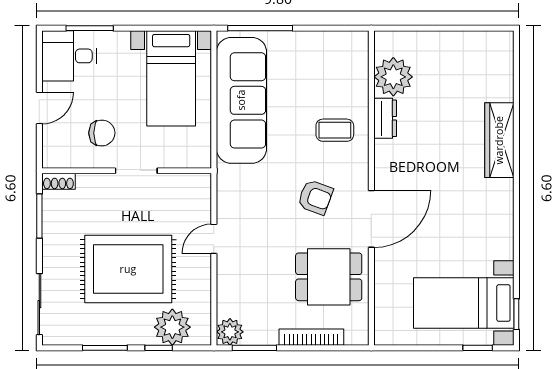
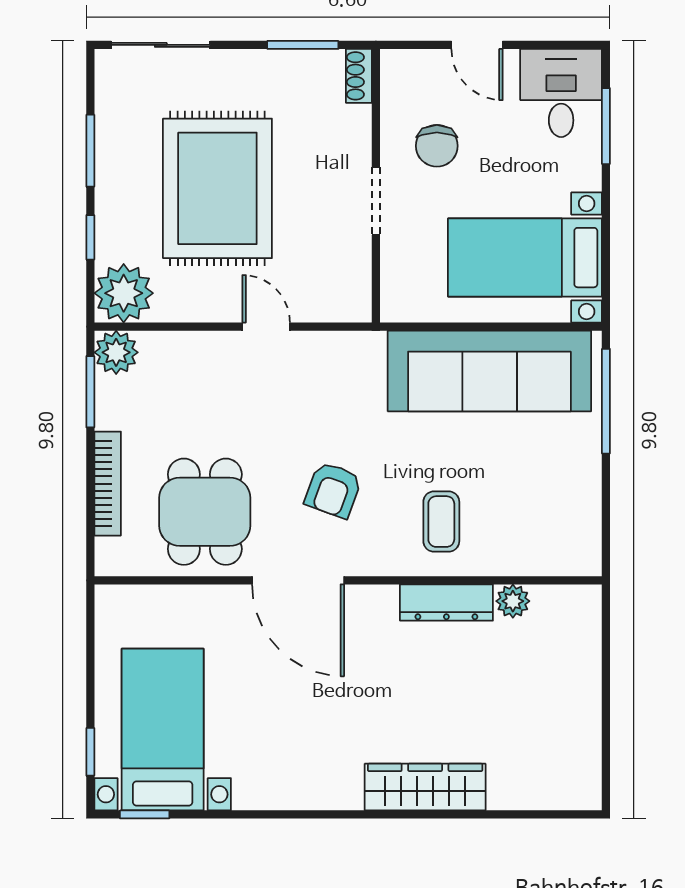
plant: (393, 77) -> (513, 601), width x0.53, depth x0.53
dresser: (385, 118) -> (446, 603), width x1.44
plant: (172, 327) -> (124, 293), moved

